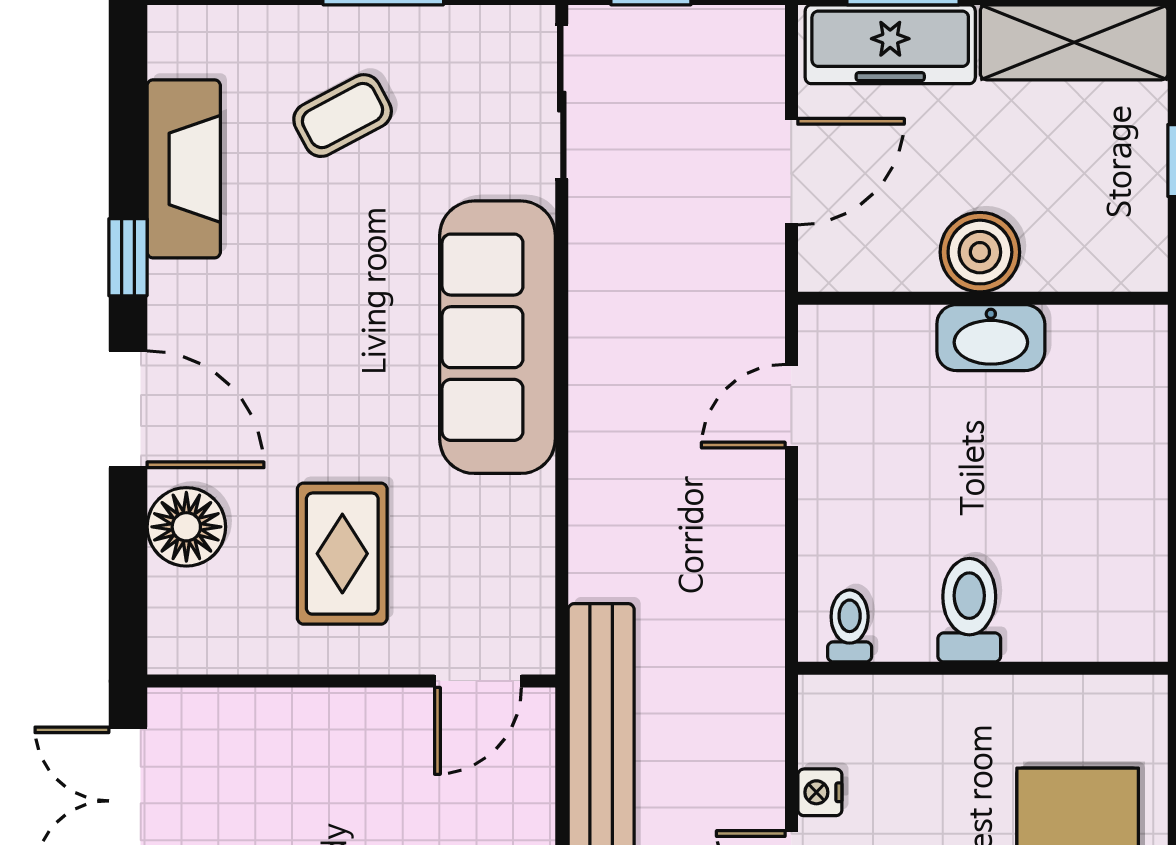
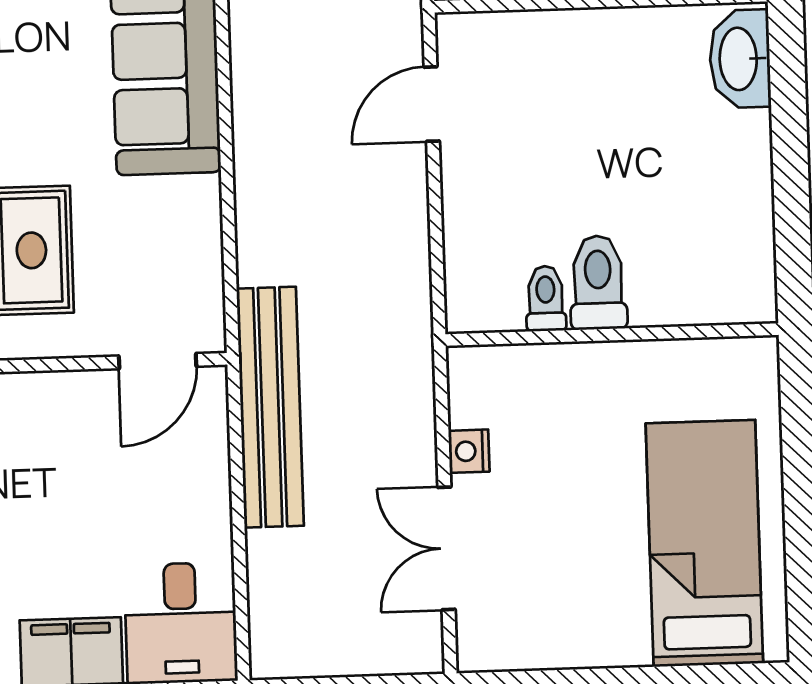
washbasin: (991, 338) -> (740, 59), moved, turned 90
toilet: (850, 626) -> (546, 299), moved

